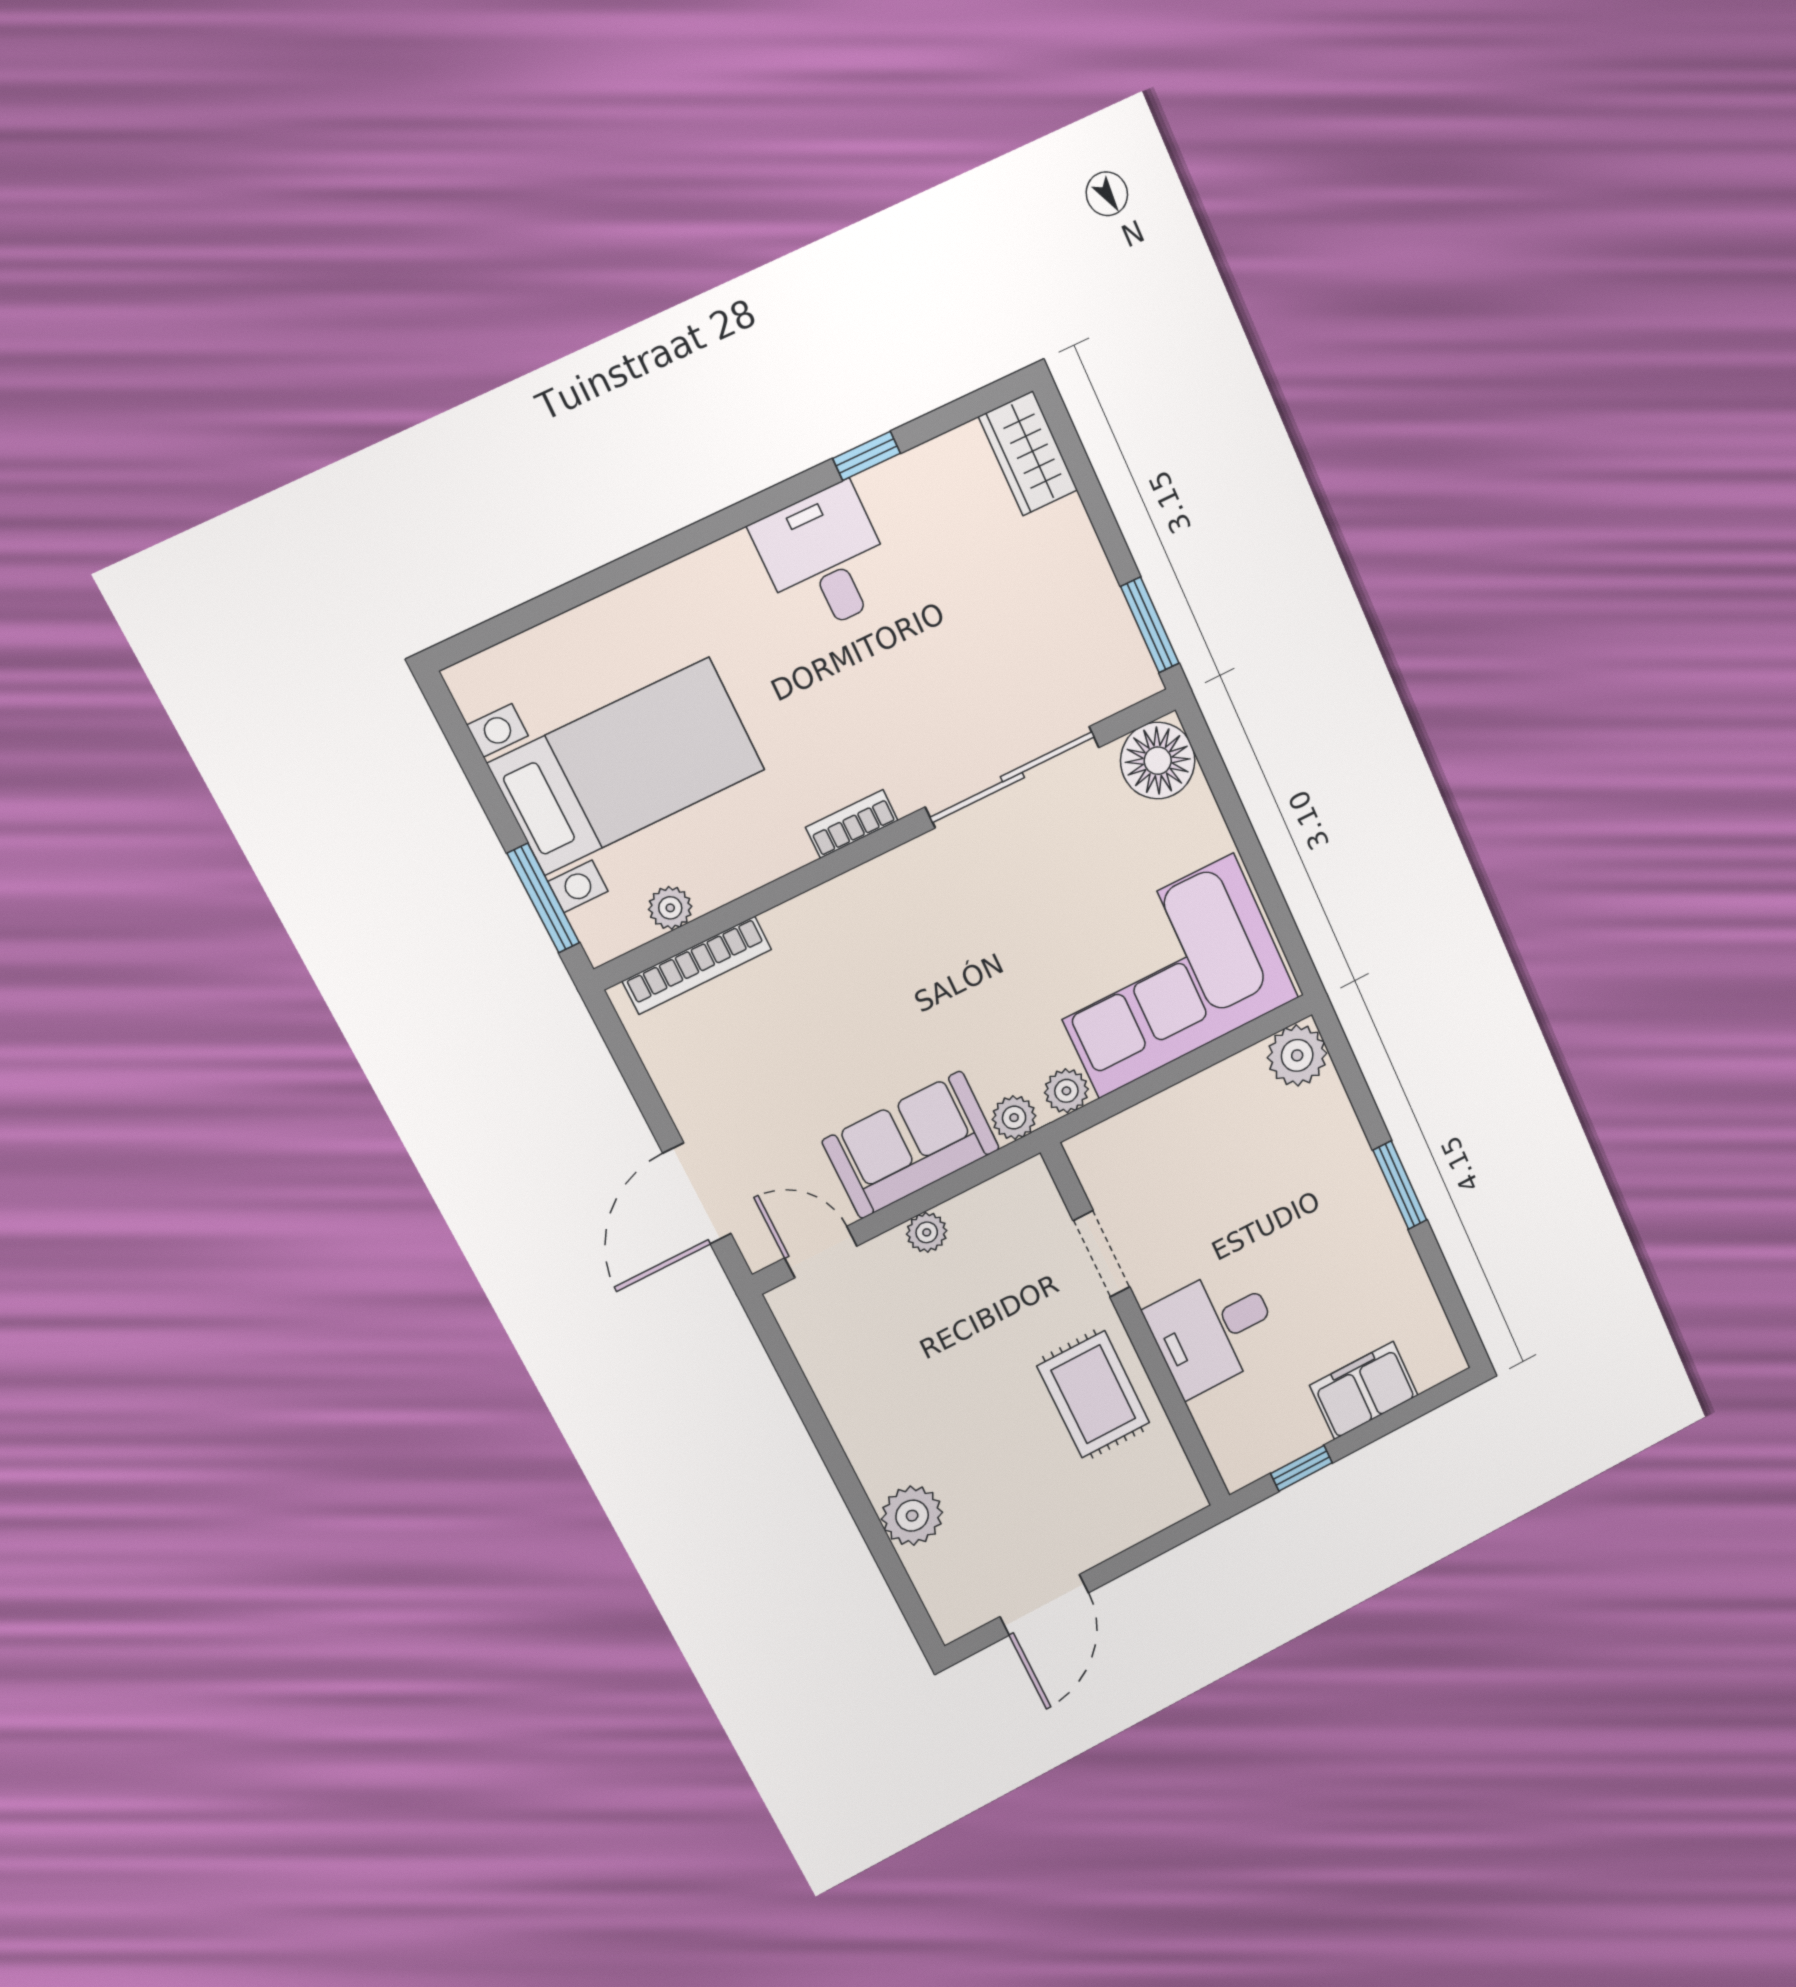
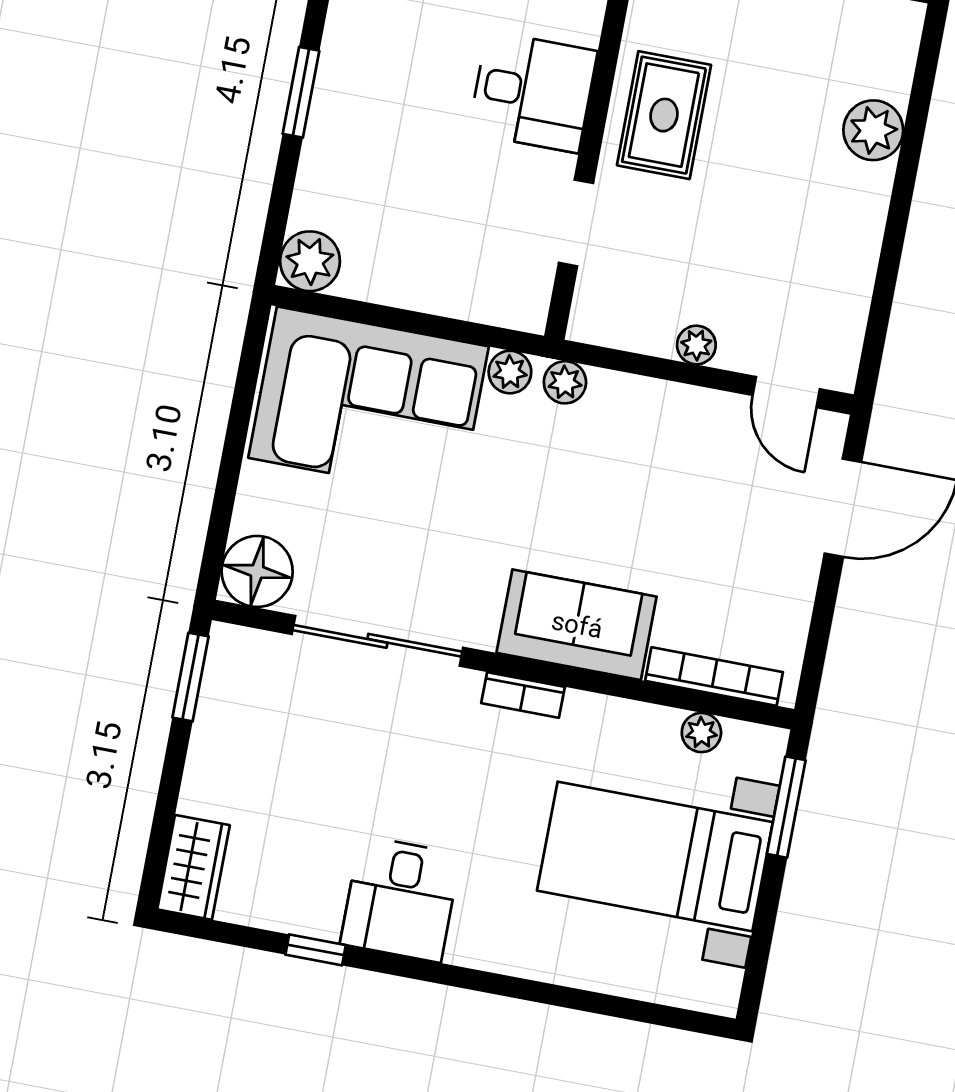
sofa: (911, 1145) -> (577, 625), moved, turned 180

